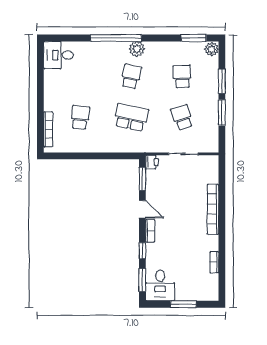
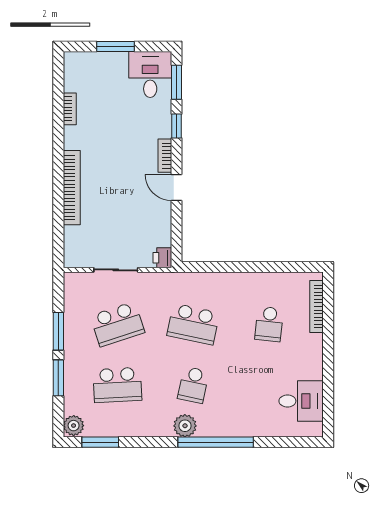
desk: (59, 55) -> (301, 401), moved
school desk: (182, 76) -> (117, 385), width x1.85
school desk: (182, 117) -> (117, 324), width x1.85
window: (142, 179) -> (177, 233), removed

